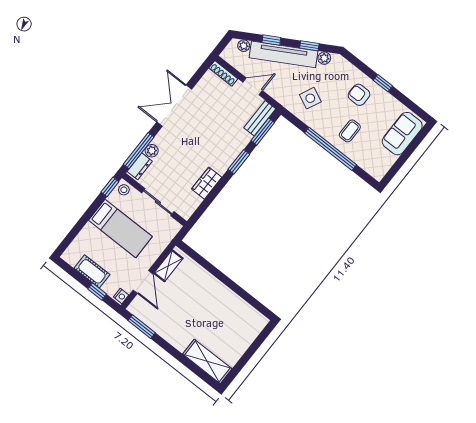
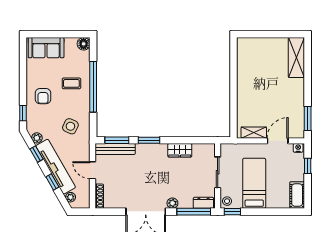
window: (383, 83) -> (23, 113), moved
bench: (260, 118) -> (115, 149), width x1.36
plant: (152, 151) -> (172, 203), moved
floor lamp: (378, 172) -> (84, 44), added
cot: (92, 271) -> (297, 195), moved

